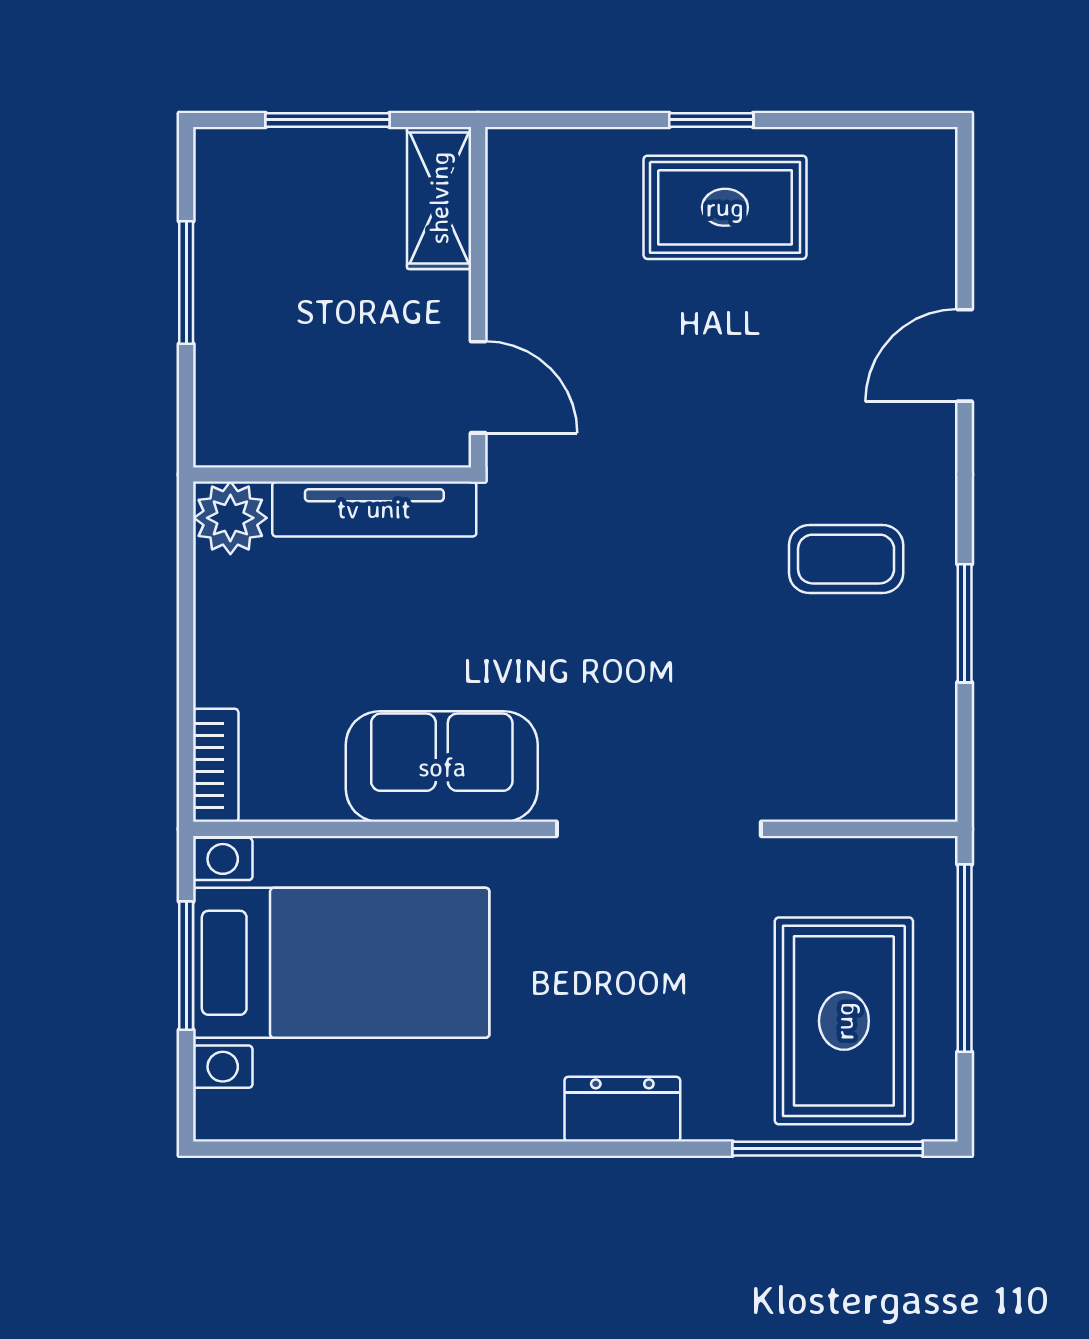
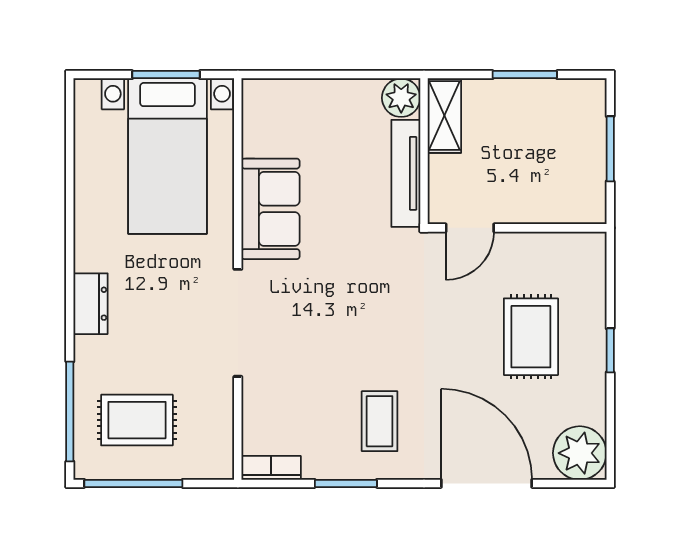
plant: (907, 178) -> (580, 453), added
shelving: (439, 198) -> (444, 116), moved, turned 90
rug: (725, 207) -> (531, 337), moved
door: (965, 355) -> (487, 483), width x1.88
bookcase: (216, 765) -> (271, 468), moved, turned 180
window: (965, 958) -> (133, 483), moved
rug: (844, 1021) -> (137, 420), width x0.73, depth x0.70

